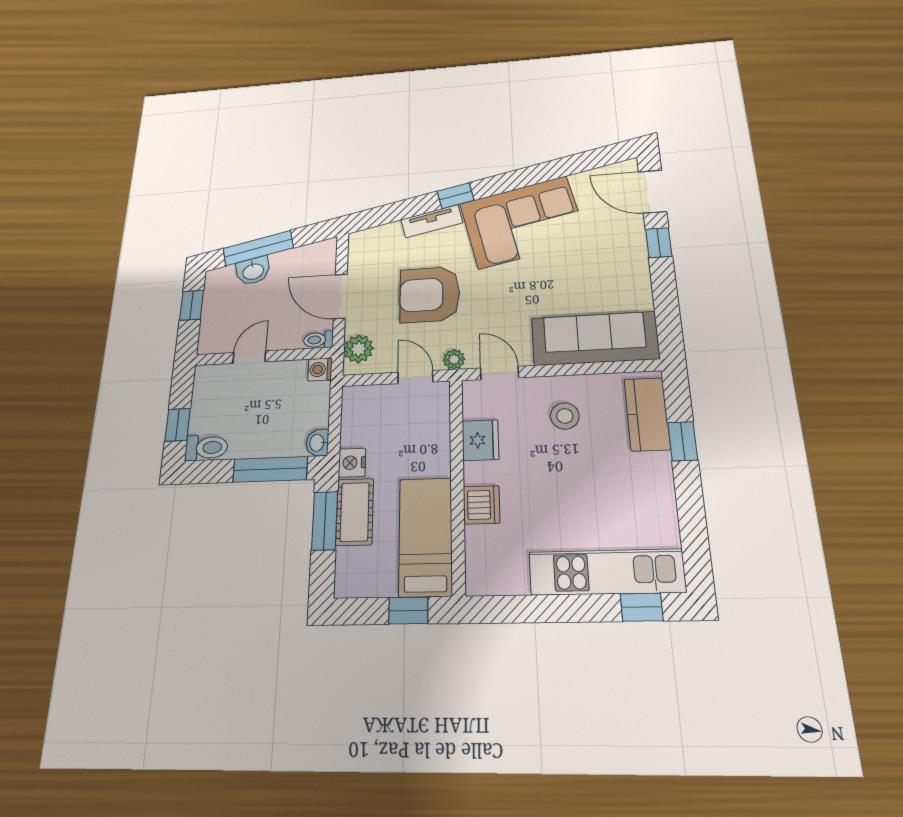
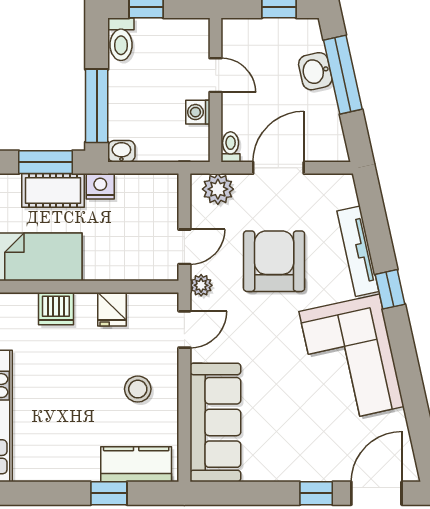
tv unit: (432, 221) -> (358, 251), width x1.41
washing machine: (320, 369) -> (198, 112), moved, turned -90
fridge: (480, 440) -> (112, 309), width x0.72

